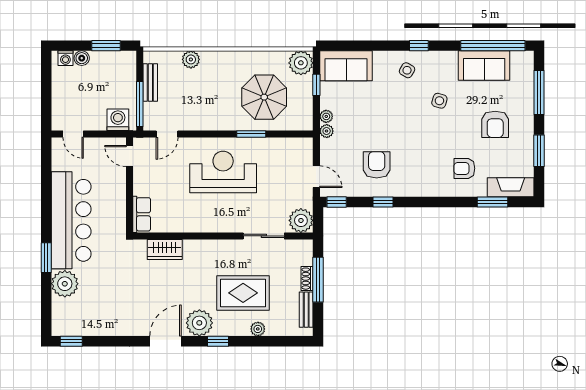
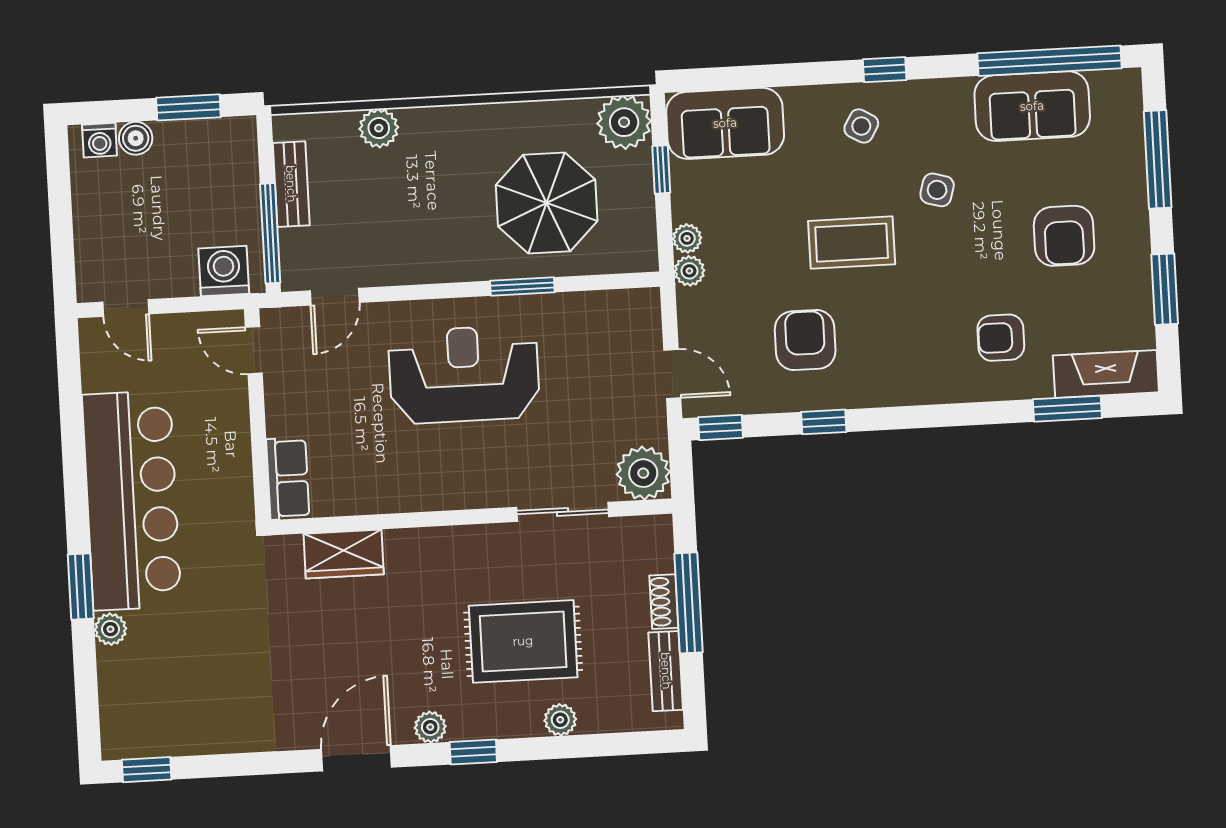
coffee table: (400, 122) -> (852, 243), added
plant: (65, 284) -> (110, 629), width x0.53, depth x0.53
plant: (199, 323) -> (430, 727), width x0.53, depth x0.53

